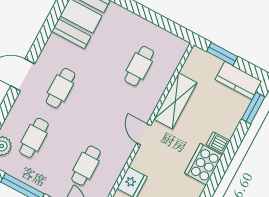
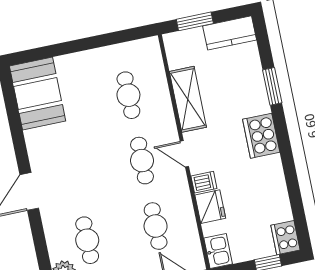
cafe table: (61, 88) -> (142, 161), moved
window: (253, 108) -> (272, 86), moved
dishwasher: (218, 143) -> (204, 182), moved, turned 180

